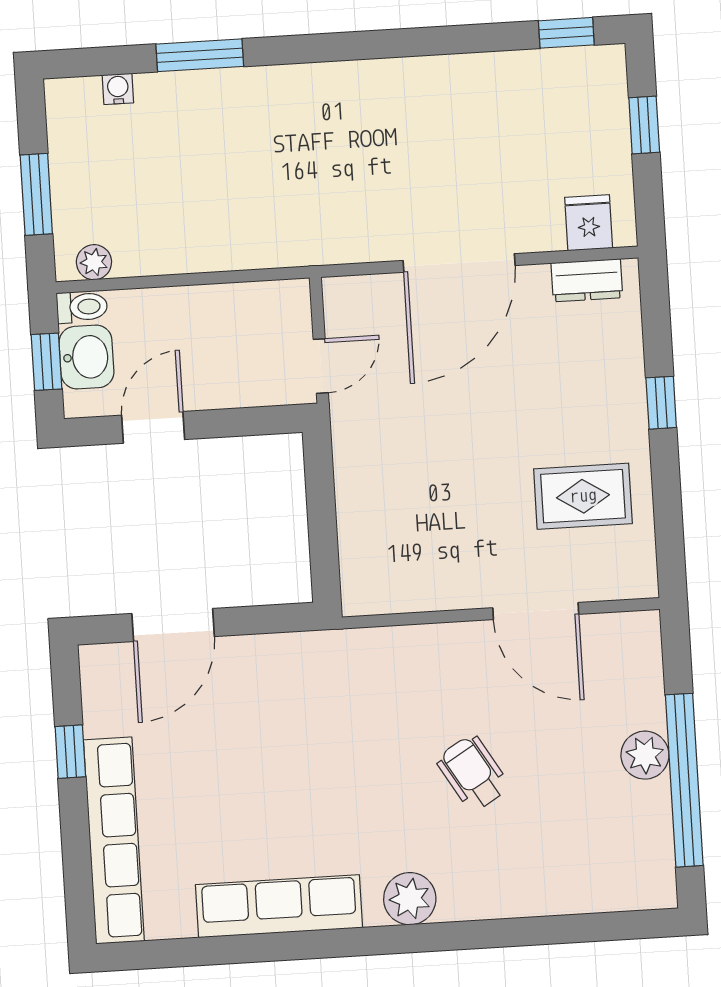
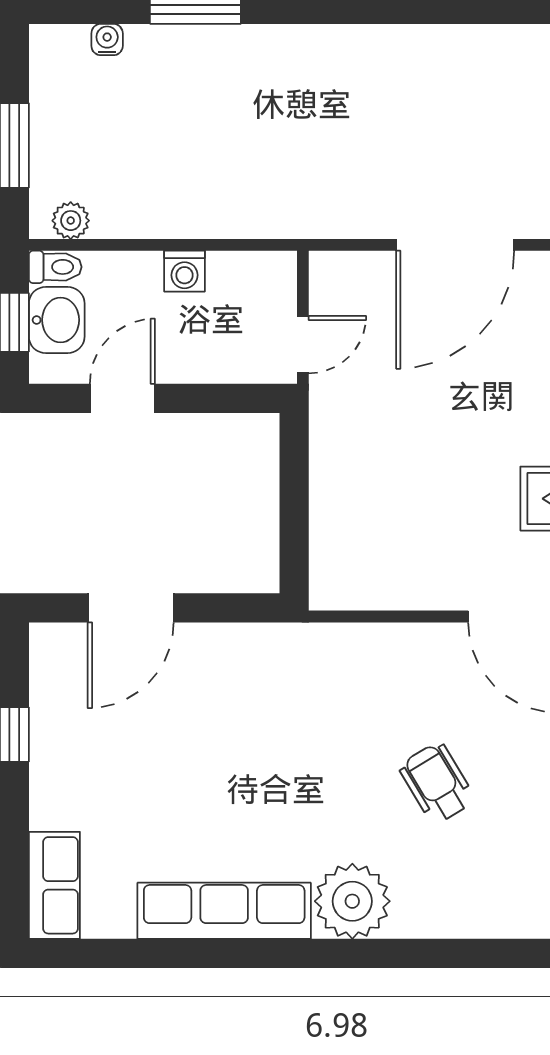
washing machine: (205, 303) -> (184, 271), added
row of seats: (114, 841) -> (54, 885), width x0.50
plant: (410, 899) -> (352, 901), width x1.36, depth x1.36

